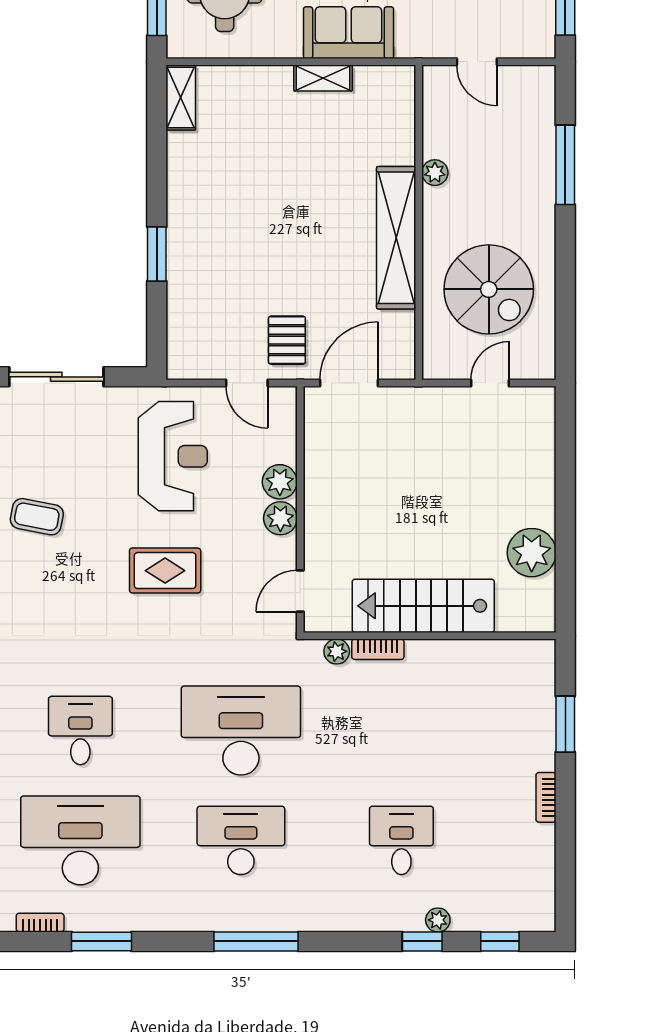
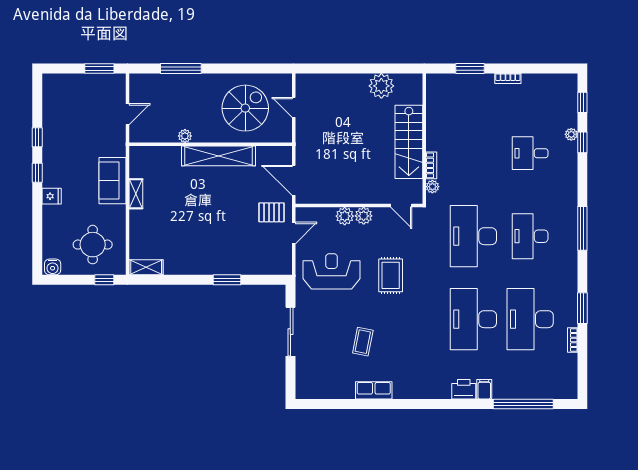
desk: (80, 731) -> (473, 319), width x1.87, depth x1.30

